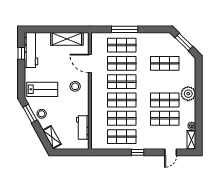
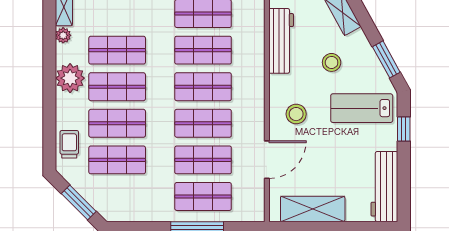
window: (21, 53) -> (404, 129), moved
door: (90, 64) -> (267, 160), hinge flipped
trolley: (189, 71) -> (69, 144), added
shop shelf: (165, 82) -> (117, 123), added
plant: (188, 94) -> (70, 78), moved
stool: (42, 114) -> (332, 62), moved
workbench: (83, 127) -> (281, 41), width x1.38

